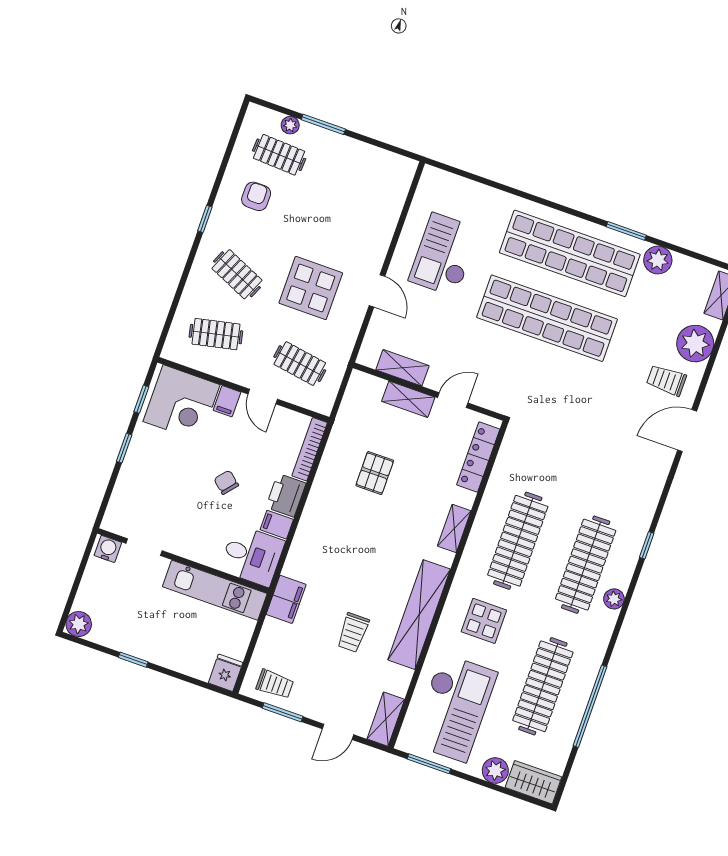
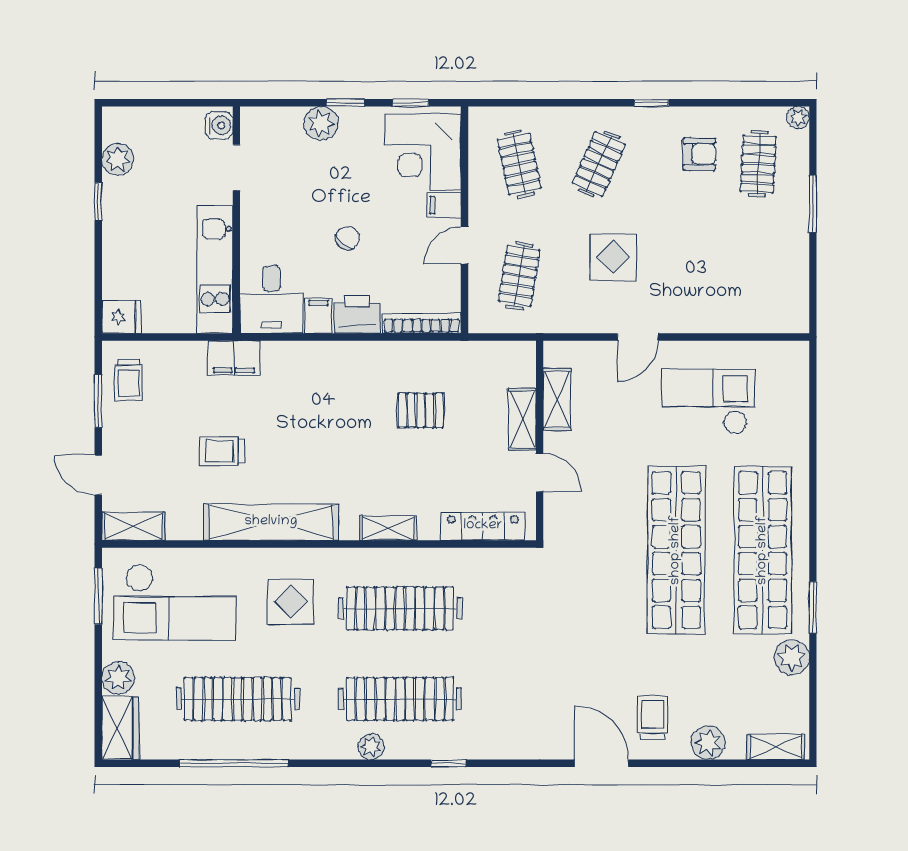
plant: (290, 125) -> (798, 118), moved
display table: (311, 288) -> (613, 257), width x0.73, depth x0.73
plant: (695, 344) -> (708, 743), width x0.73, depth x0.73
plant: (133, 472) -> (321, 123), added
plant: (79, 624) -> (118, 159), moved

